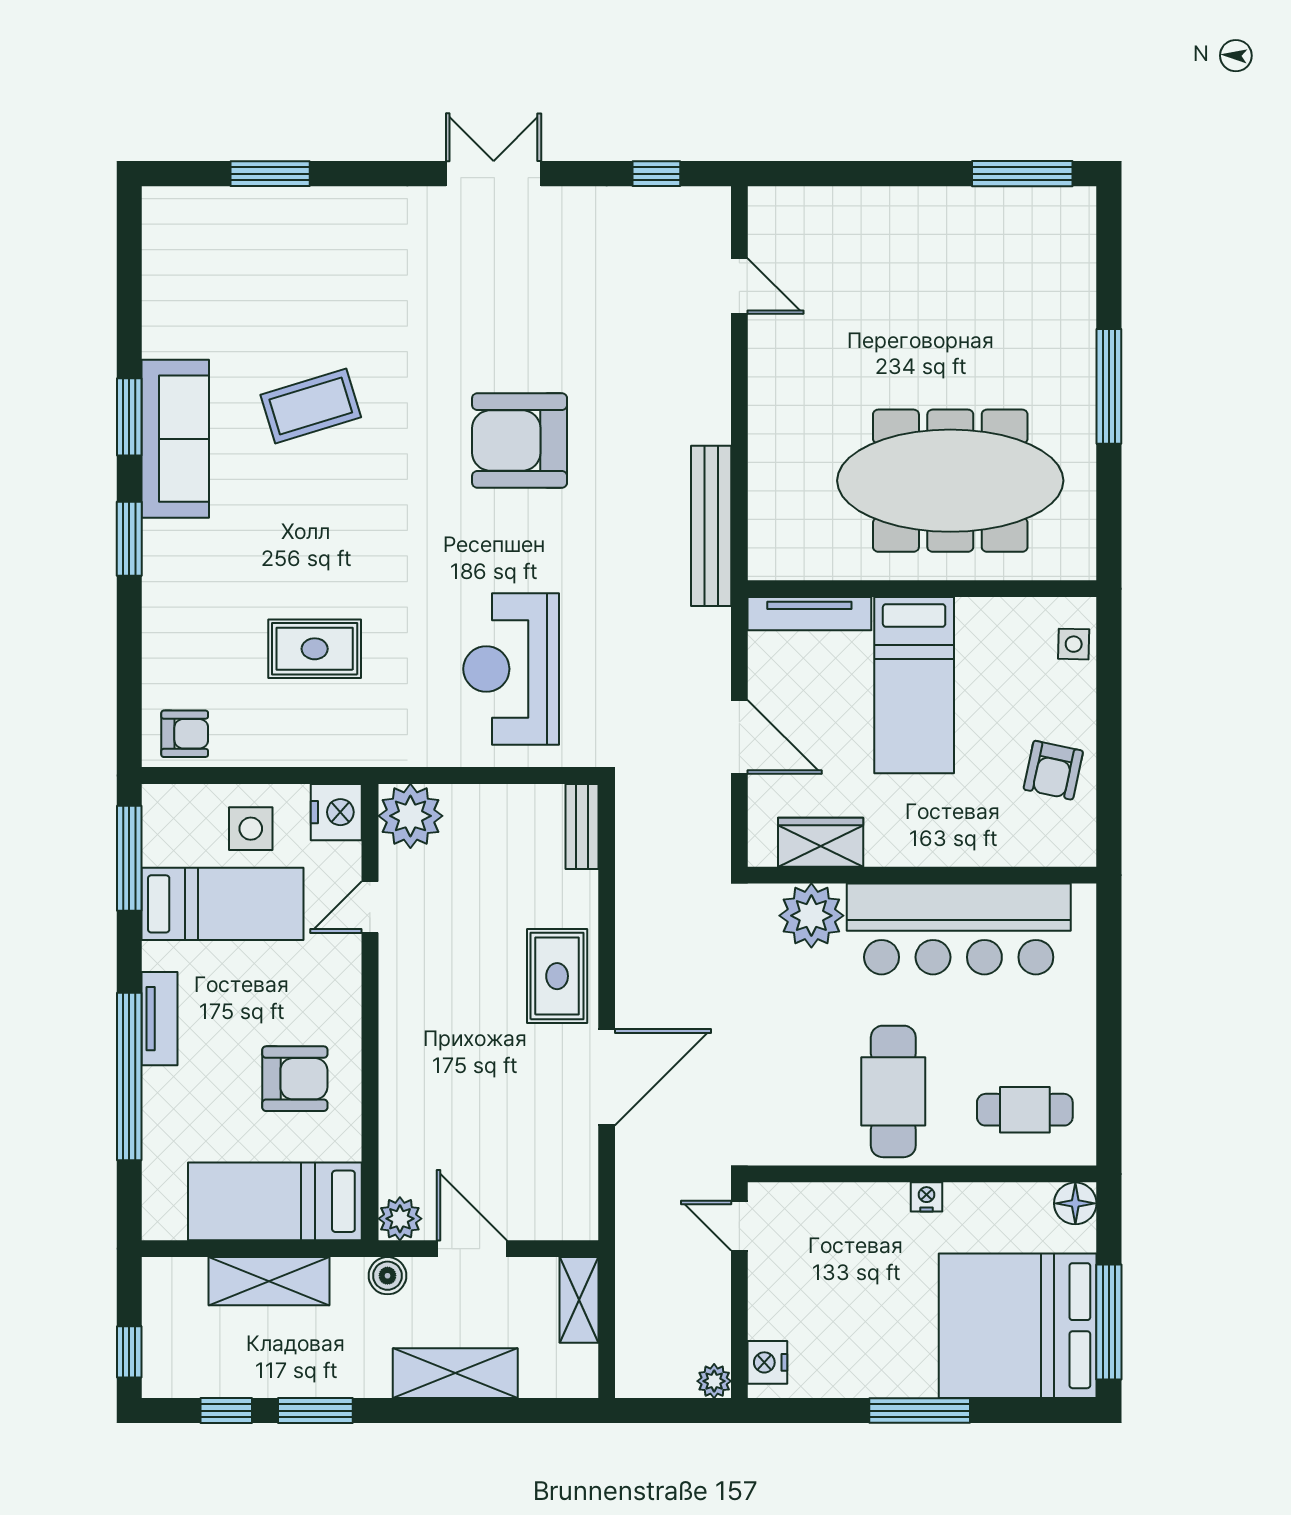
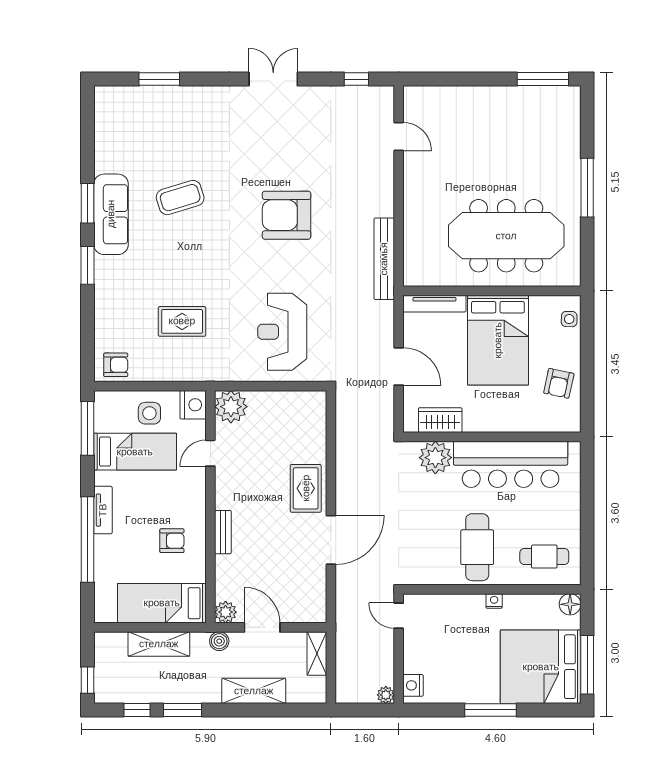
bed: (914, 685) -> (498, 340), width x1.50
bench: (582, 826) -> (223, 532), moved
armchair: (295, 1079) -> (172, 541), width x0.72, depth x0.72

